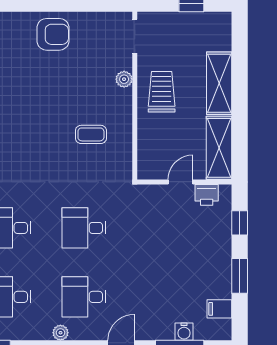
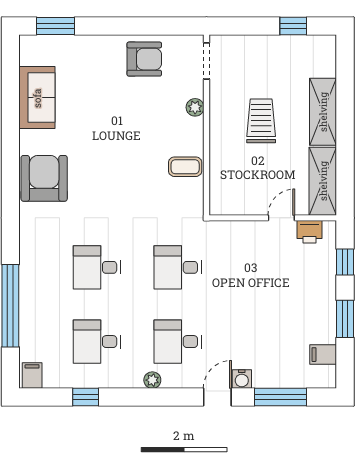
doorway: (135, 36) -> (207, 61), moved
plant: (124, 79) -> (195, 107), moved
wall: (135, 96) -> (207, 125), moved
water cooler: (184, 332) -> (242, 379), moved

